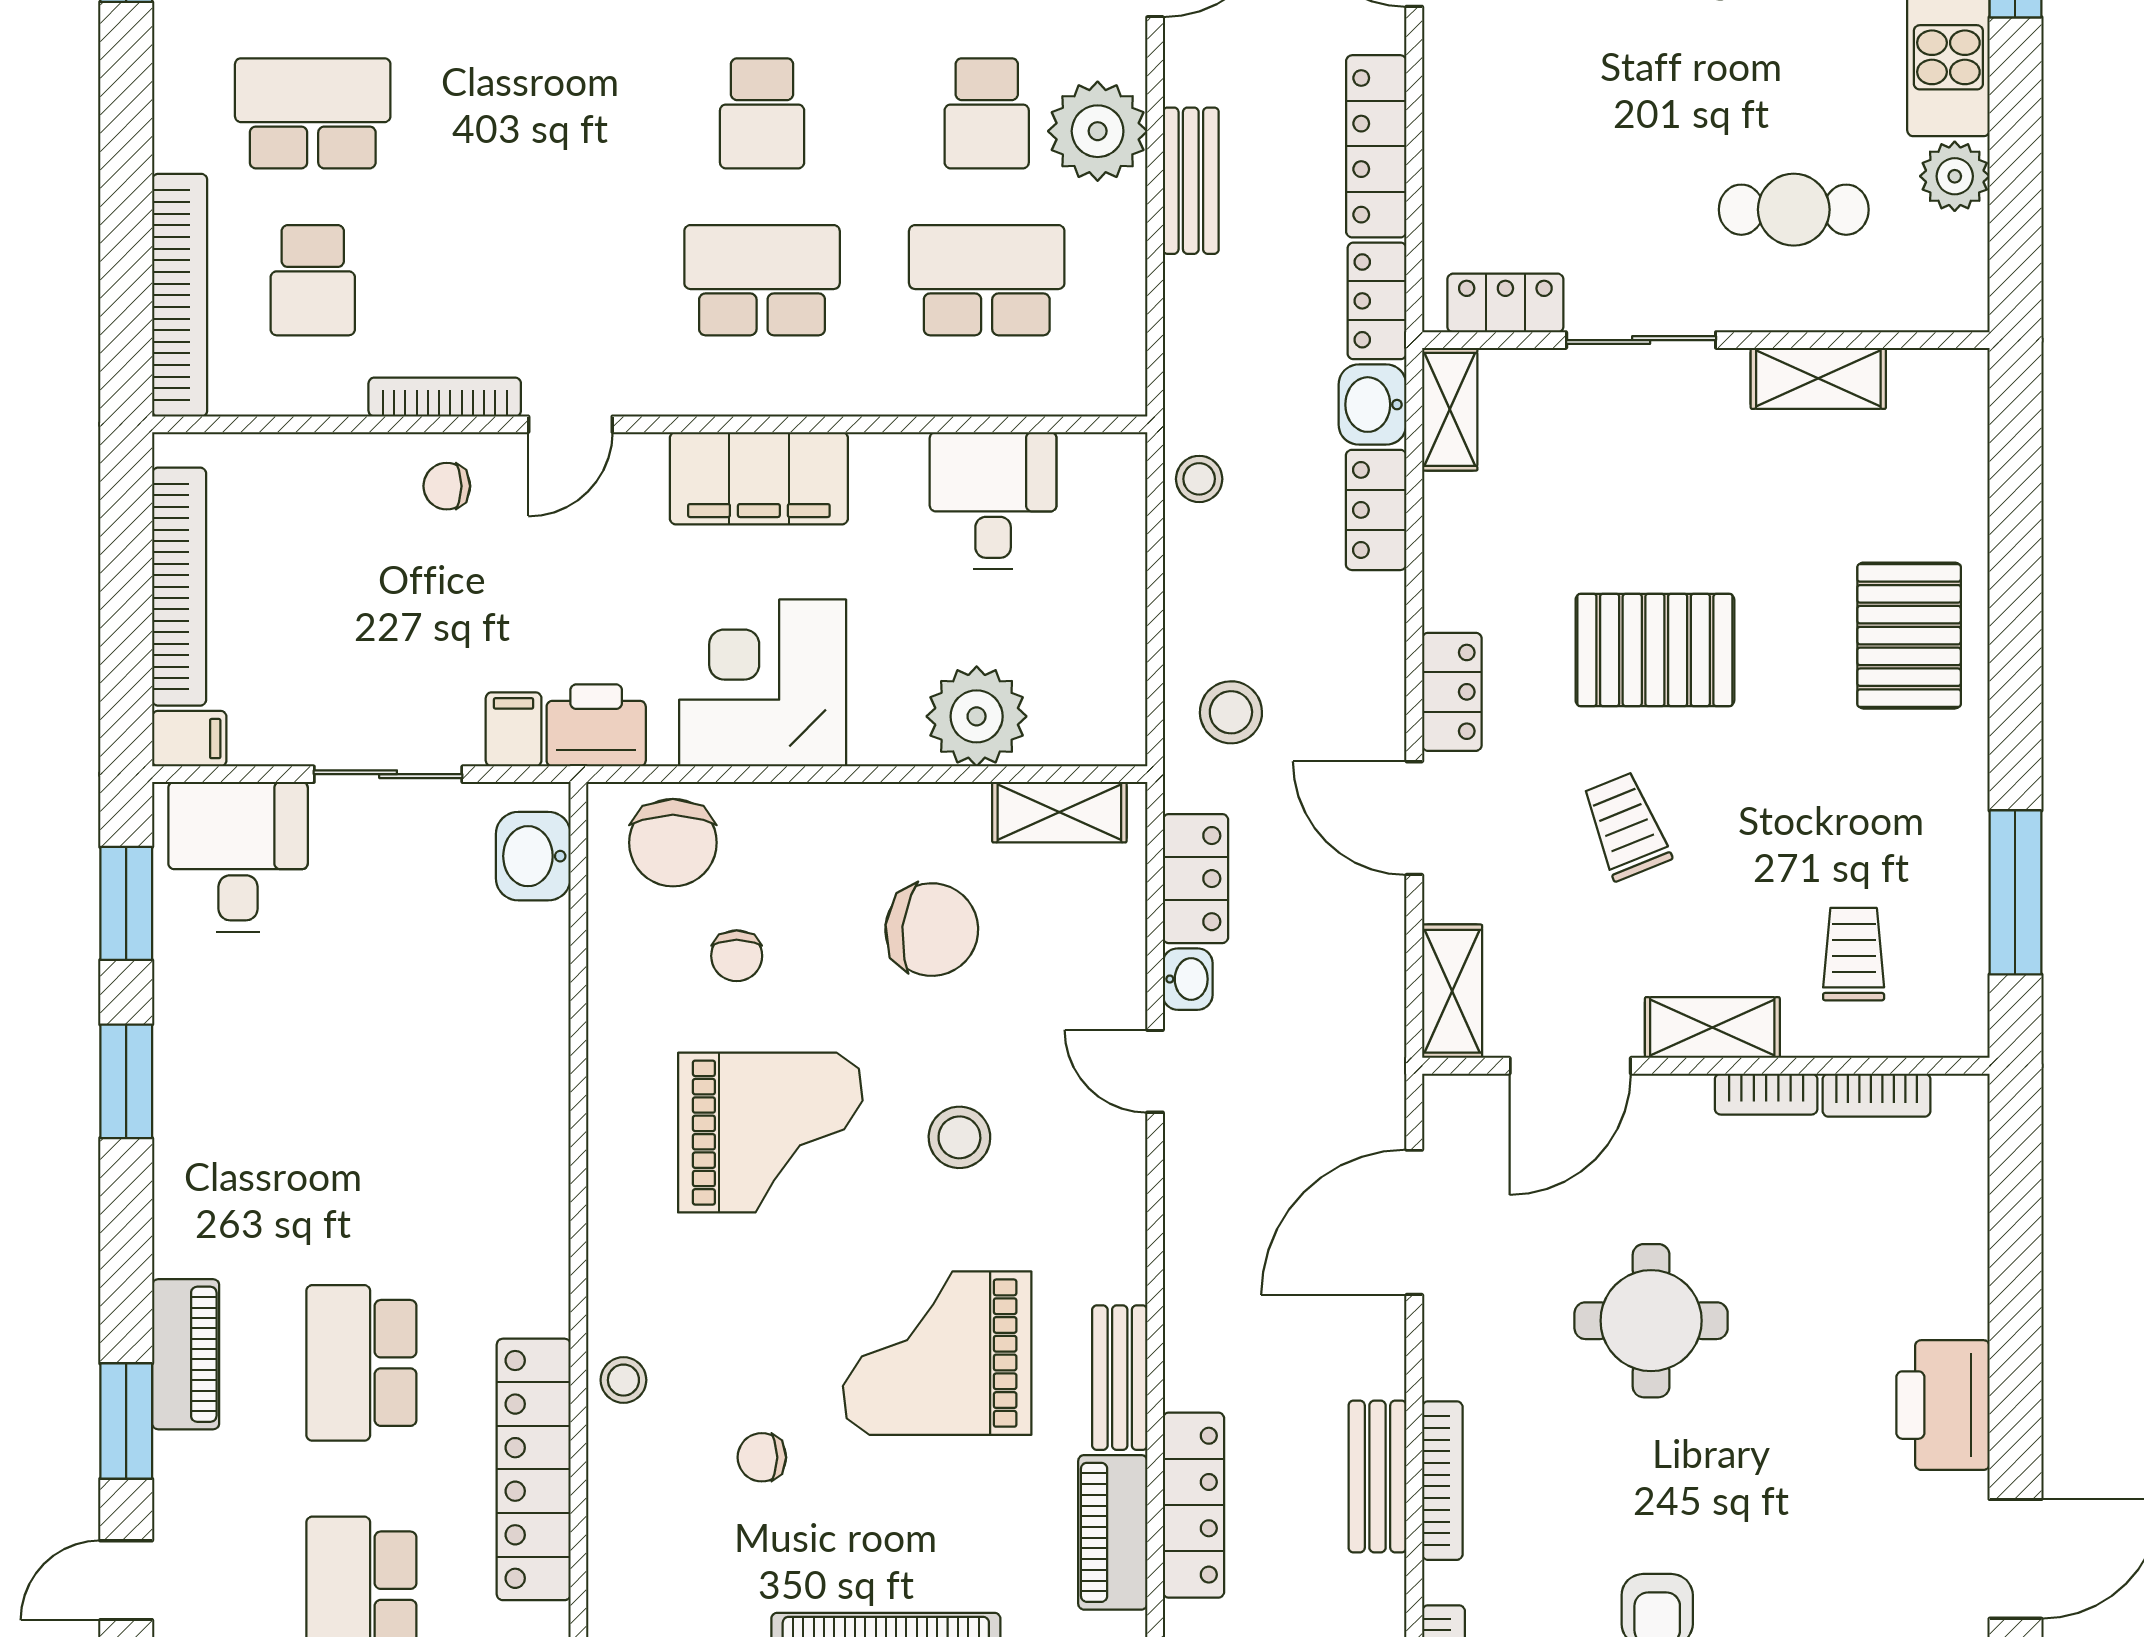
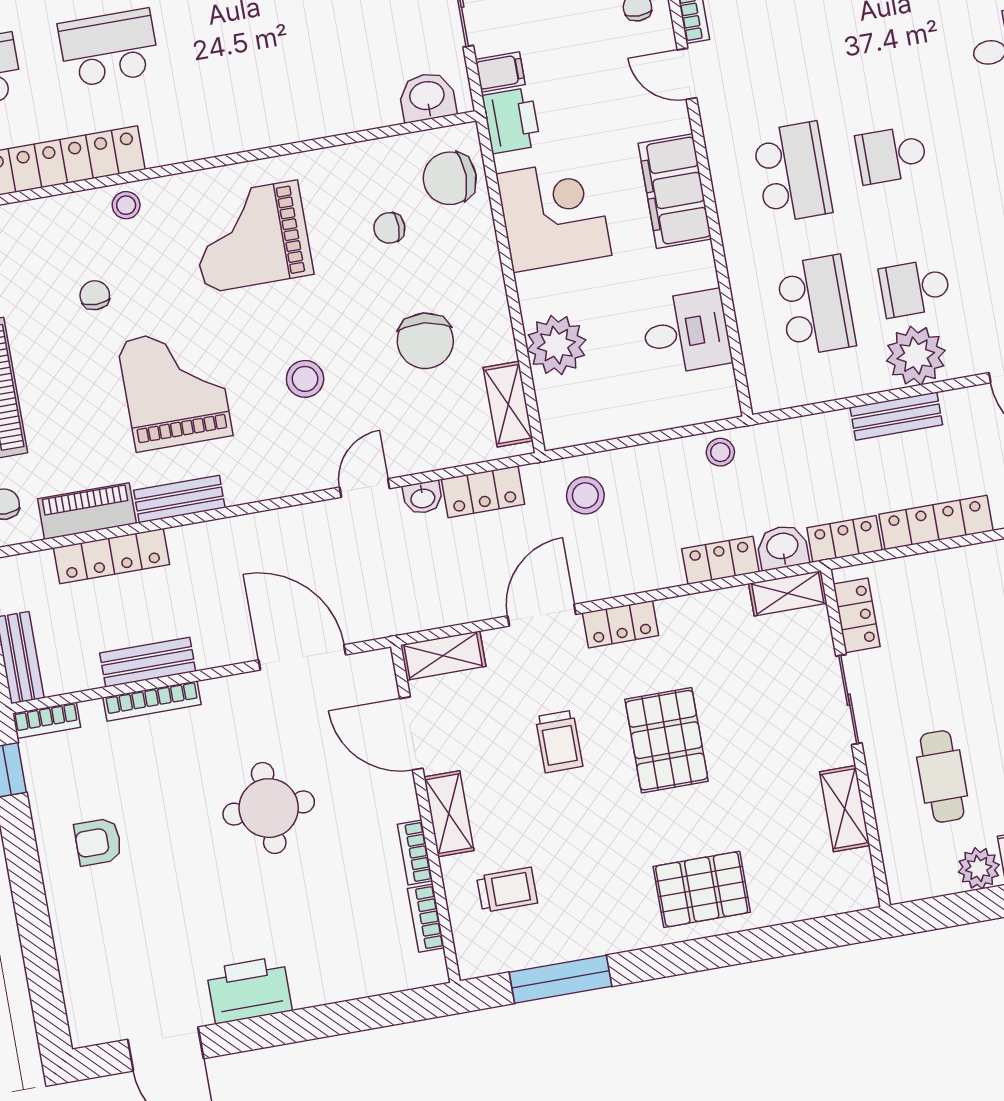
trolley: (1626, 826) -> (559, 741), turned 112
grand piano: (770, 1133) -> (251, 237), moved, turned 90

